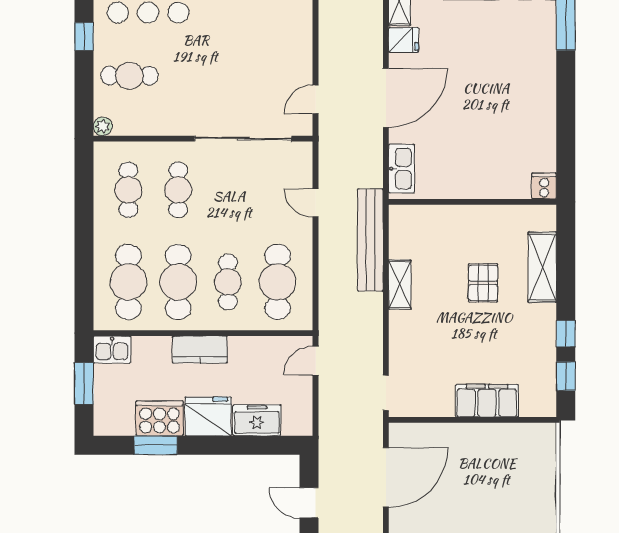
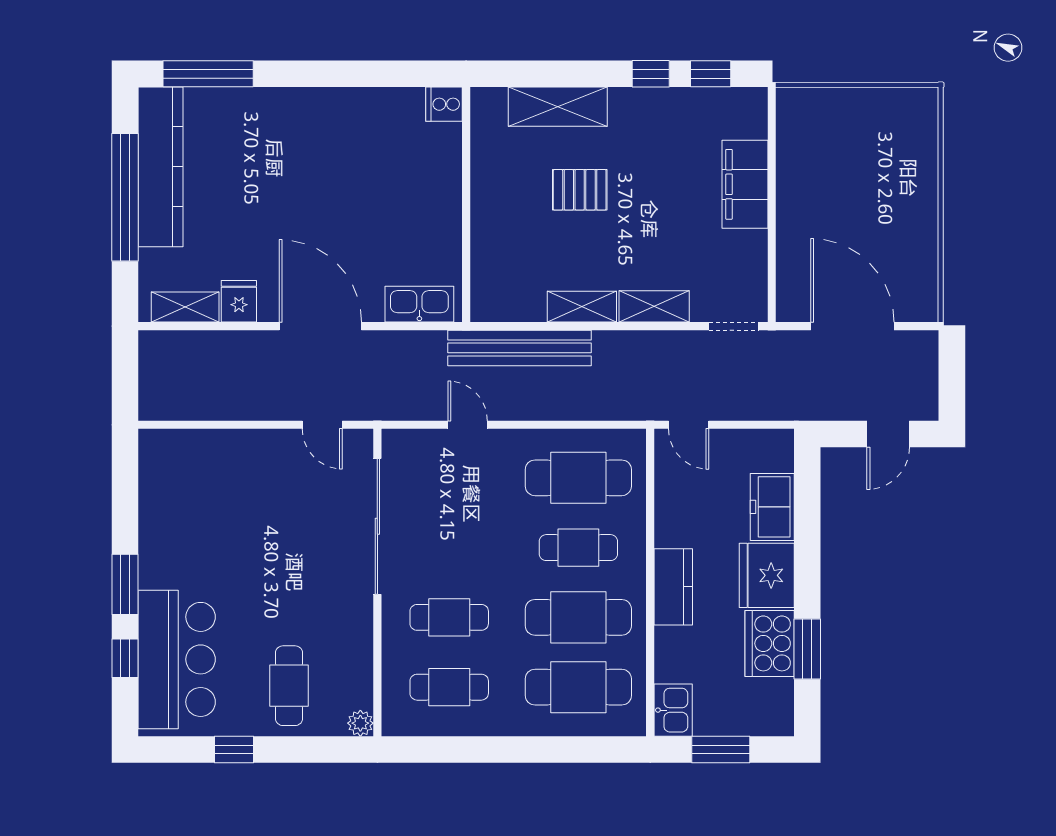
door: (316, 203) -> (468, 425), swing flipped
shelving: (400, 336) -> (654, 306), added

